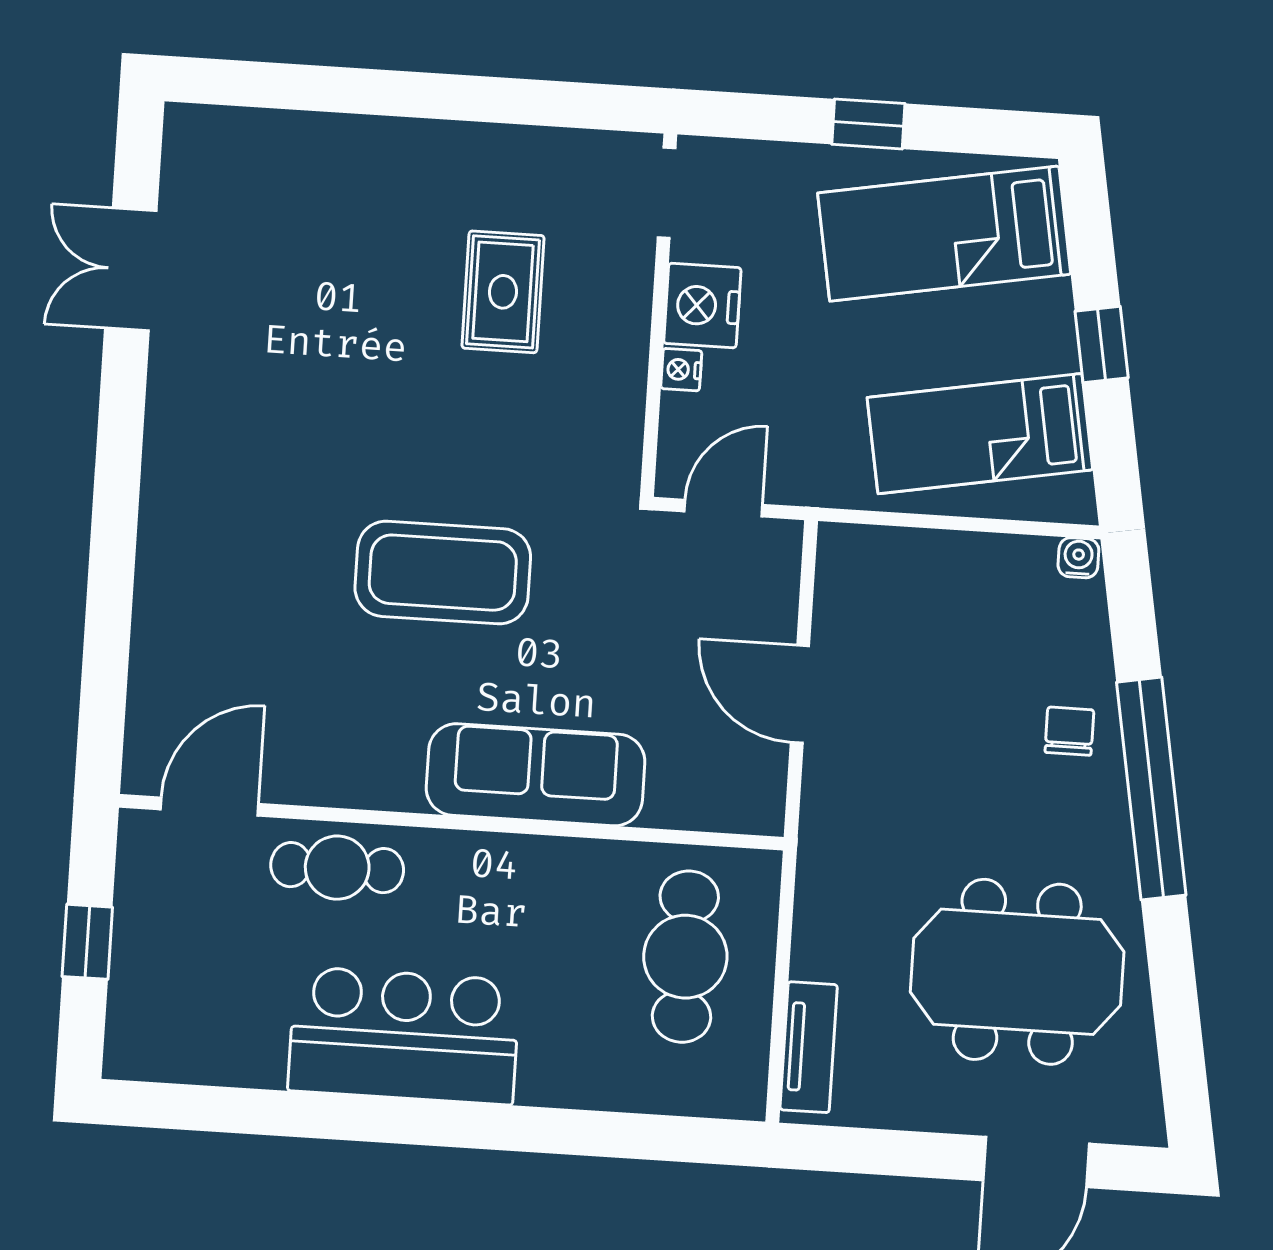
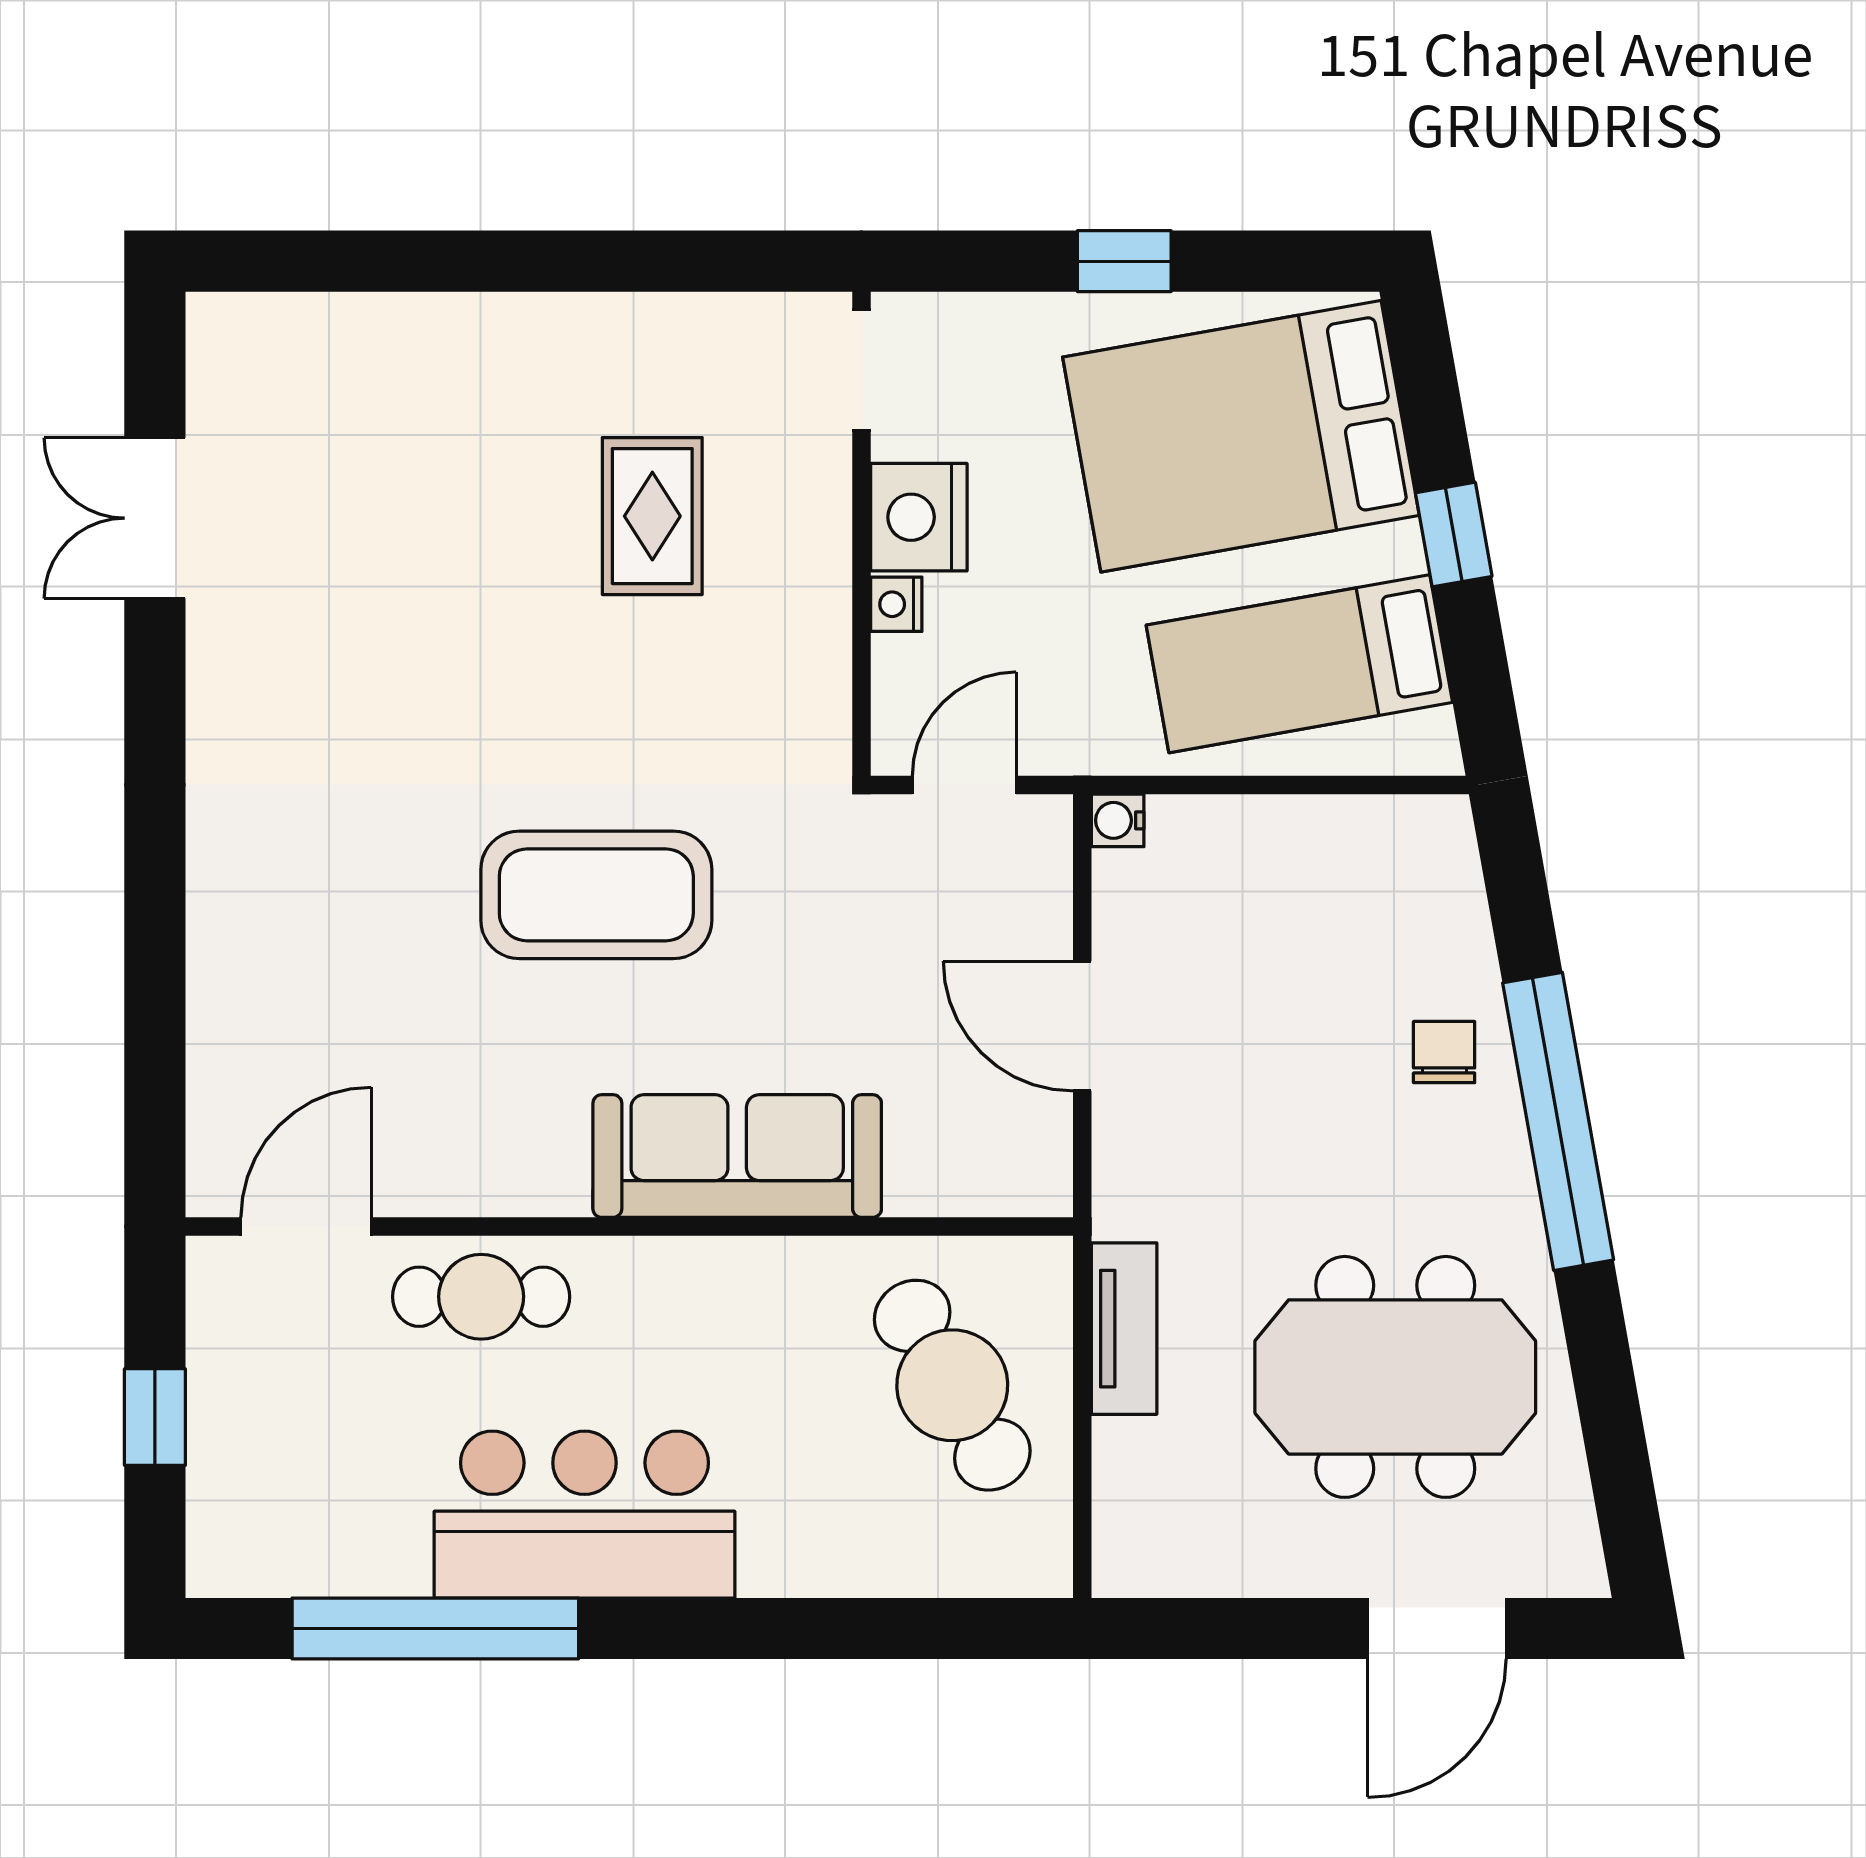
bed: (944, 234) -> (1241, 436), width x1.50
water cooler: (1078, 558) -> (1118, 820), moved, turned -90
cafe table: (685, 957) -> (952, 1385), turned -30
tv unit: (809, 1047) -> (1124, 1329), moved
window: (287, 1114) -> (435, 1628), added

